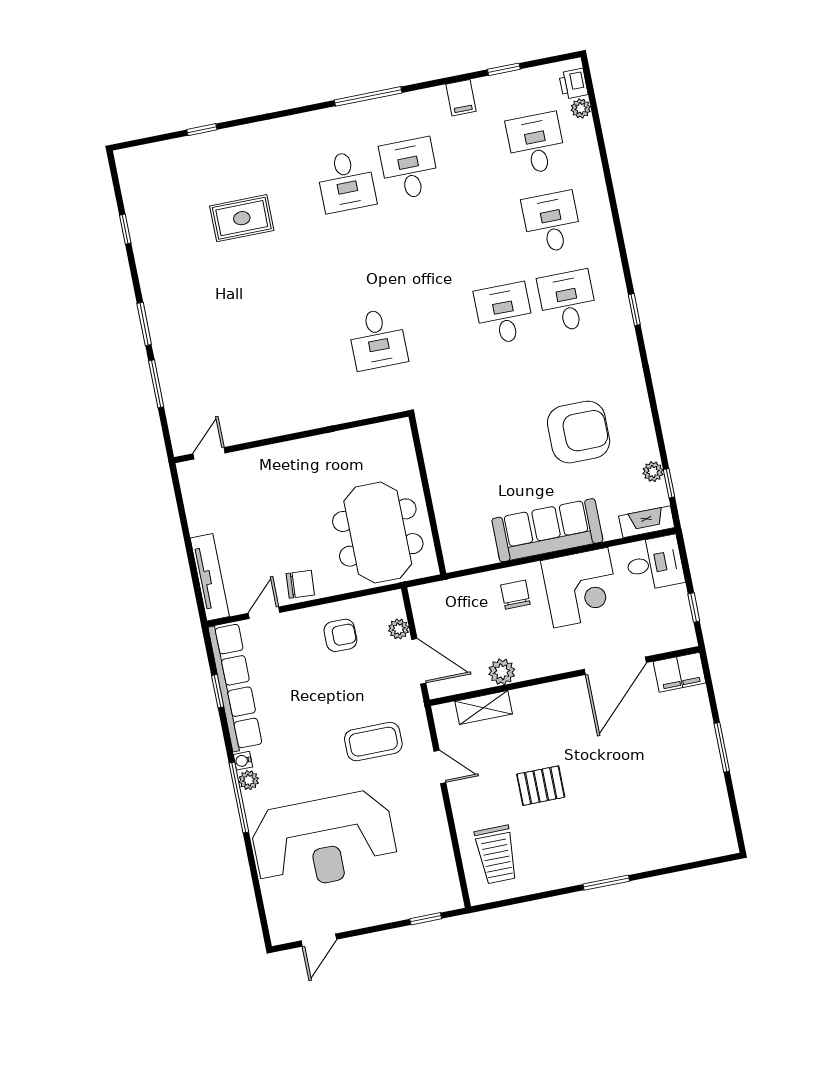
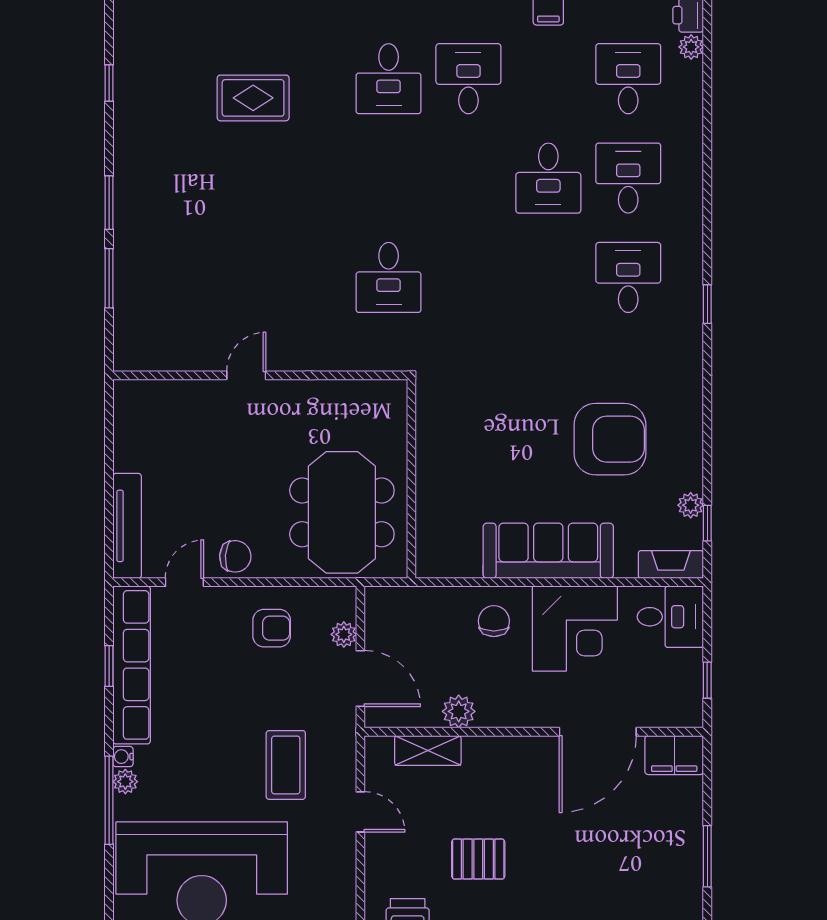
desk: (504, 314) -> (548, 178), moved, turned 180
door: (209, 453) -> (246, 375), moved
coffee table: (373, 742) -> (286, 765), turned 90

